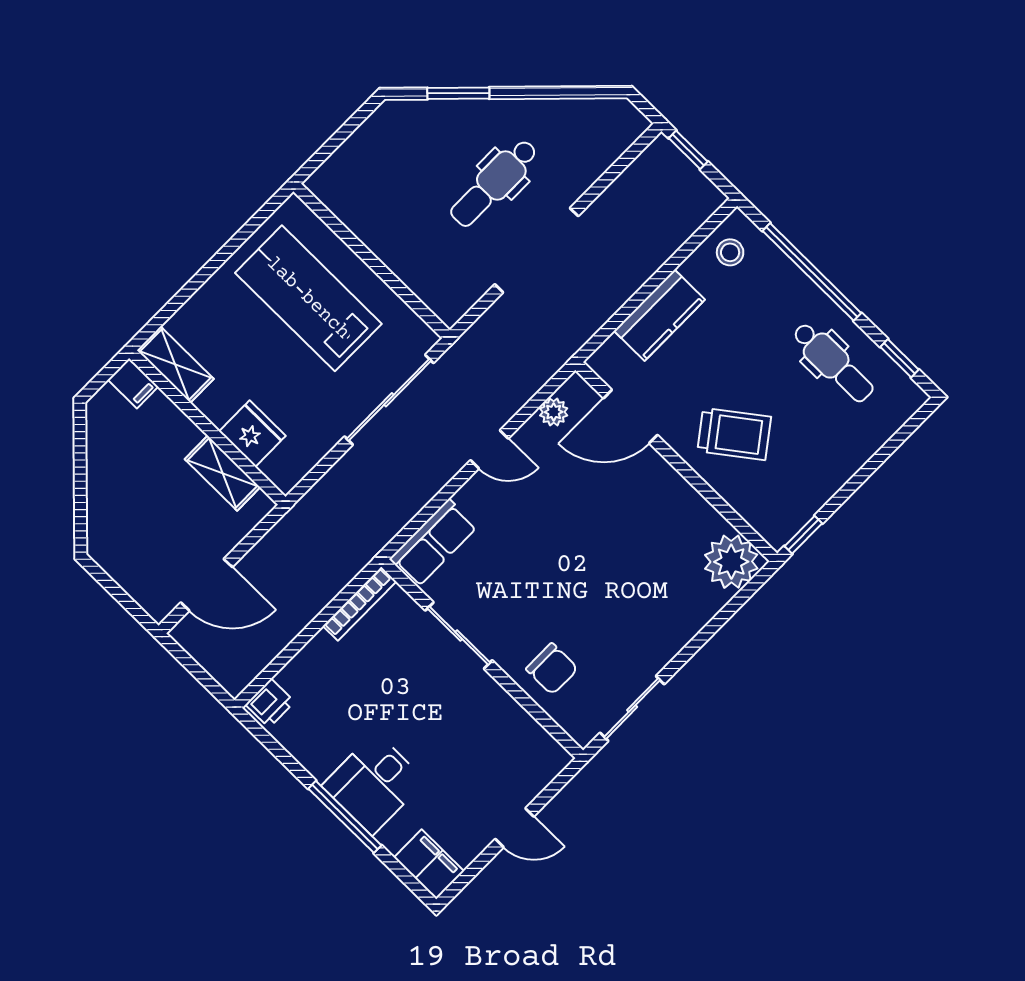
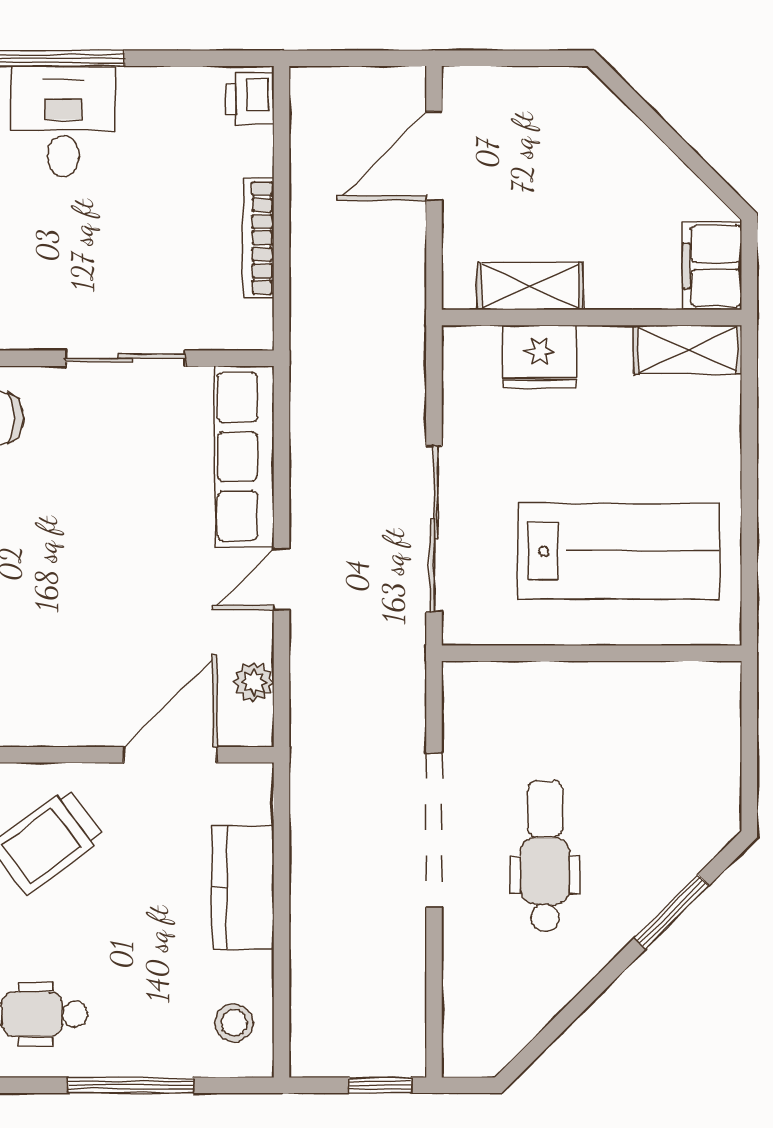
window: (812, 272) -> (131, 1085), width x0.68
filing cabinet: (133, 383) -> (712, 266), width x2.00
row of seats: (433, 543) -> (244, 457), width x1.48
bookcase: (360, 604) -> (259, 238), moved

